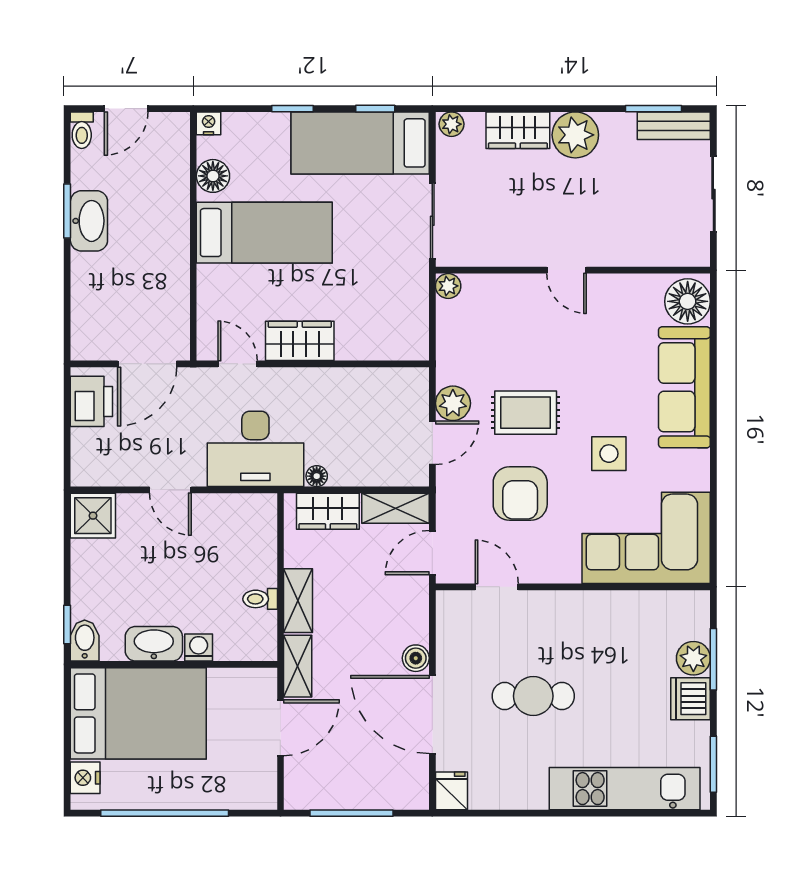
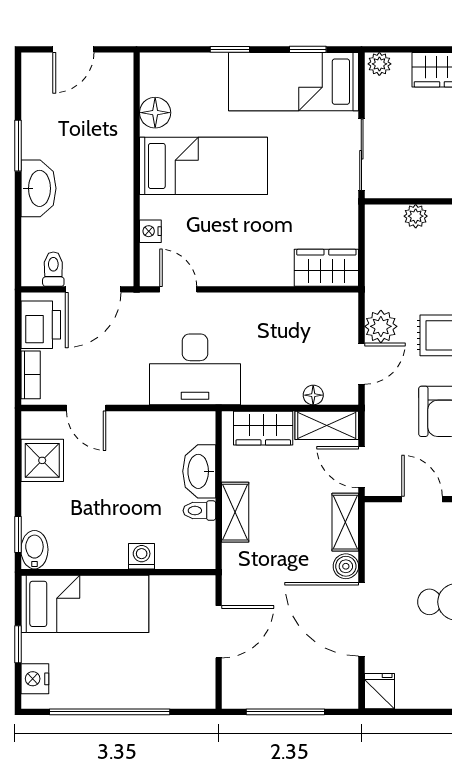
nightstand: (209, 123) -> (150, 231), moved, turned -90
toilet: (82, 130) -> (53, 269), moved, turned 180
washbasin: (89, 221) -> (38, 188), moved
plant: (448, 286) -> (416, 216), moved
wardrobe: (300, 341) -> (326, 268), moved
bookcase: (81, 455) -> (31, 375), added
floor lamp: (317, 476) -> (313, 395), moved
door: (170, 490) -> (86, 408), moved
shower: (93, 516) -> (42, 460), moved
door: (432, 553) -> (361, 467), hinge flipped
washbasin: (154, 644) -> (199, 471), moved, turned -90
shelving: (298, 666) -> (345, 522), moved
bed: (138, 713) -> (85, 604), width x0.67
window: (67, 741) -> (18, 644), added

